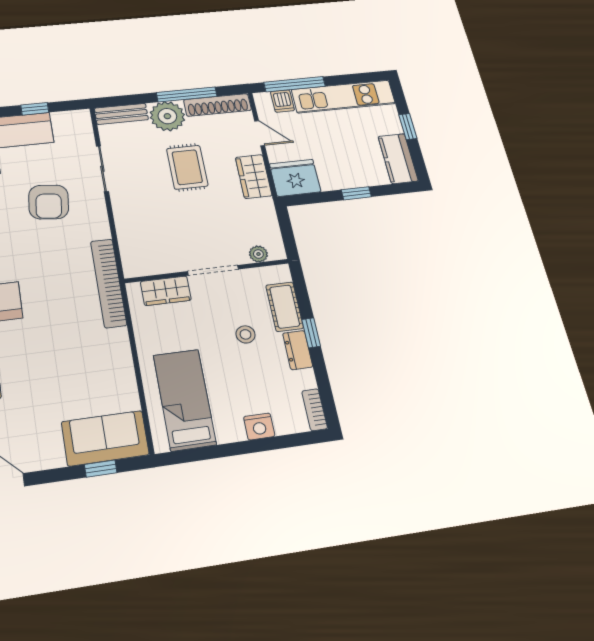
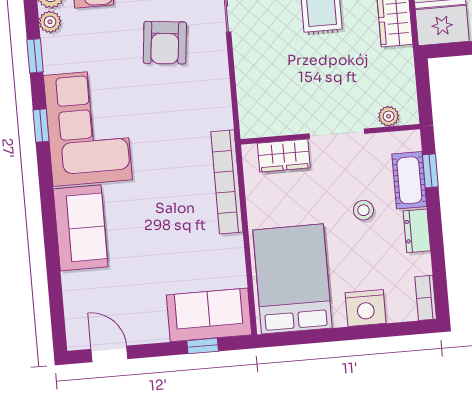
bookcase: (109, 283) -> (227, 182), moved
window: (311, 333) -> (430, 171), moved
bed: (185, 400) -> (292, 279), width x1.50
nightstand: (259, 426) -> (366, 308), width x1.36, depth x1.33

